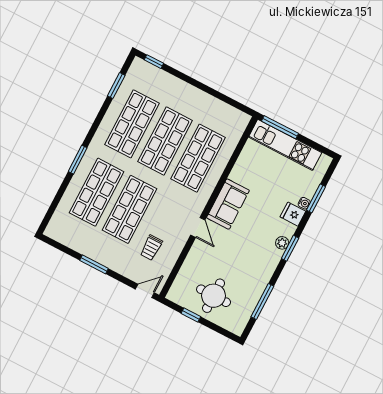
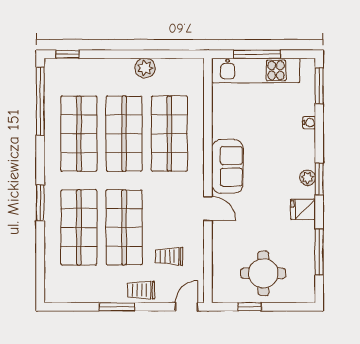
window: (116, 86) -> (40, 101), width x2.11
plant: (205, 101) -> (145, 68), added
window: (280, 127) -> (257, 54), moved
window: (316, 198) -> (319, 86), moved
fridge: (293, 214) -> (303, 209), moved
trolley: (151, 248) -> (169, 256), turned 90
trolley: (118, 262) -> (141, 290), added

